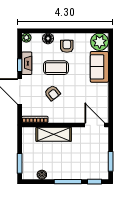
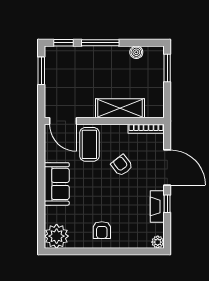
floor lamp: (48, 38) -> (128, 241), removed
sofa: (99, 67) -> (57, 184), moved
coffee table: (56, 68) -> (89, 144), moved, turned 90

